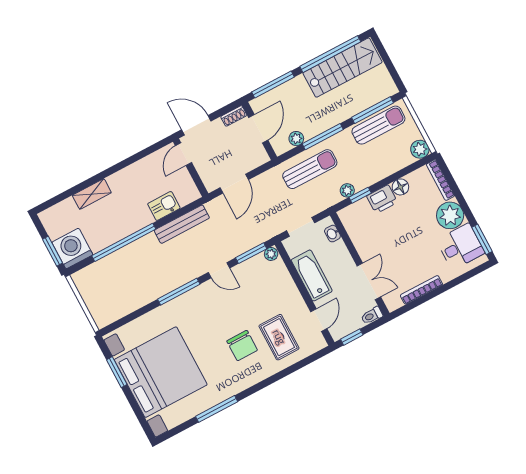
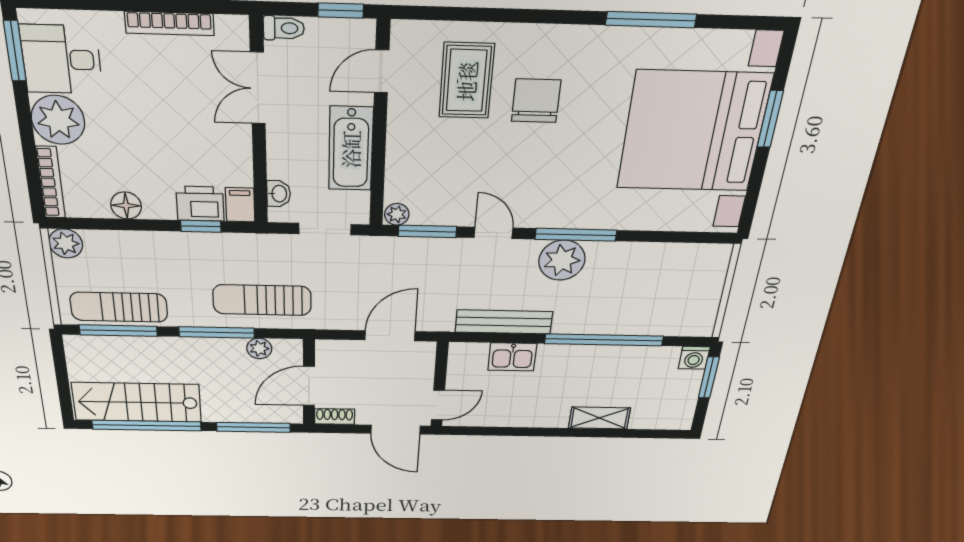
plant: (347, 190) -> (562, 260), moved, width x1.87, depth x1.87
printer: (382, 199) -> (200, 204), moved
filing cabinet: (347, 217) -> (240, 205), added
washing machine: (72, 248) -> (694, 358), width x0.53, depth x0.53
window: (117, 372) -> (770, 119), moved

